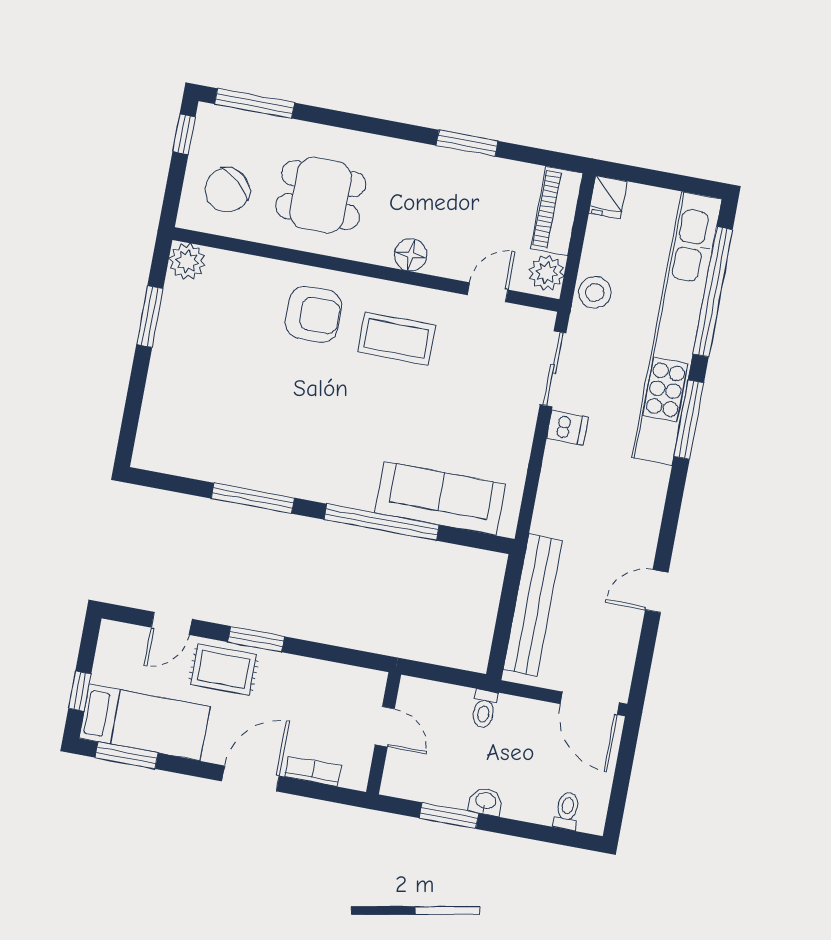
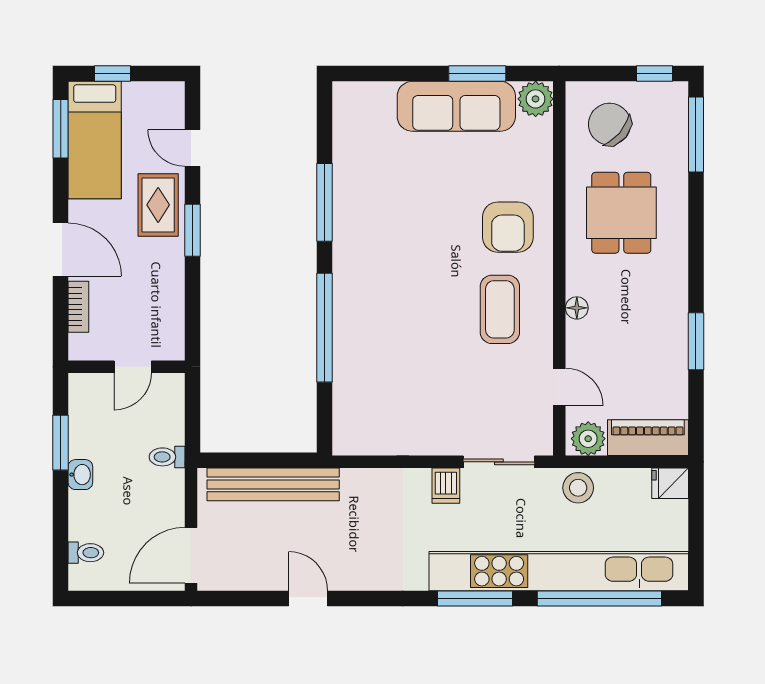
floor lamp: (411, 255) -> (577, 308), width x0.73, depth x0.73
sofa: (440, 498) -> (456, 106), moved, turned 90

